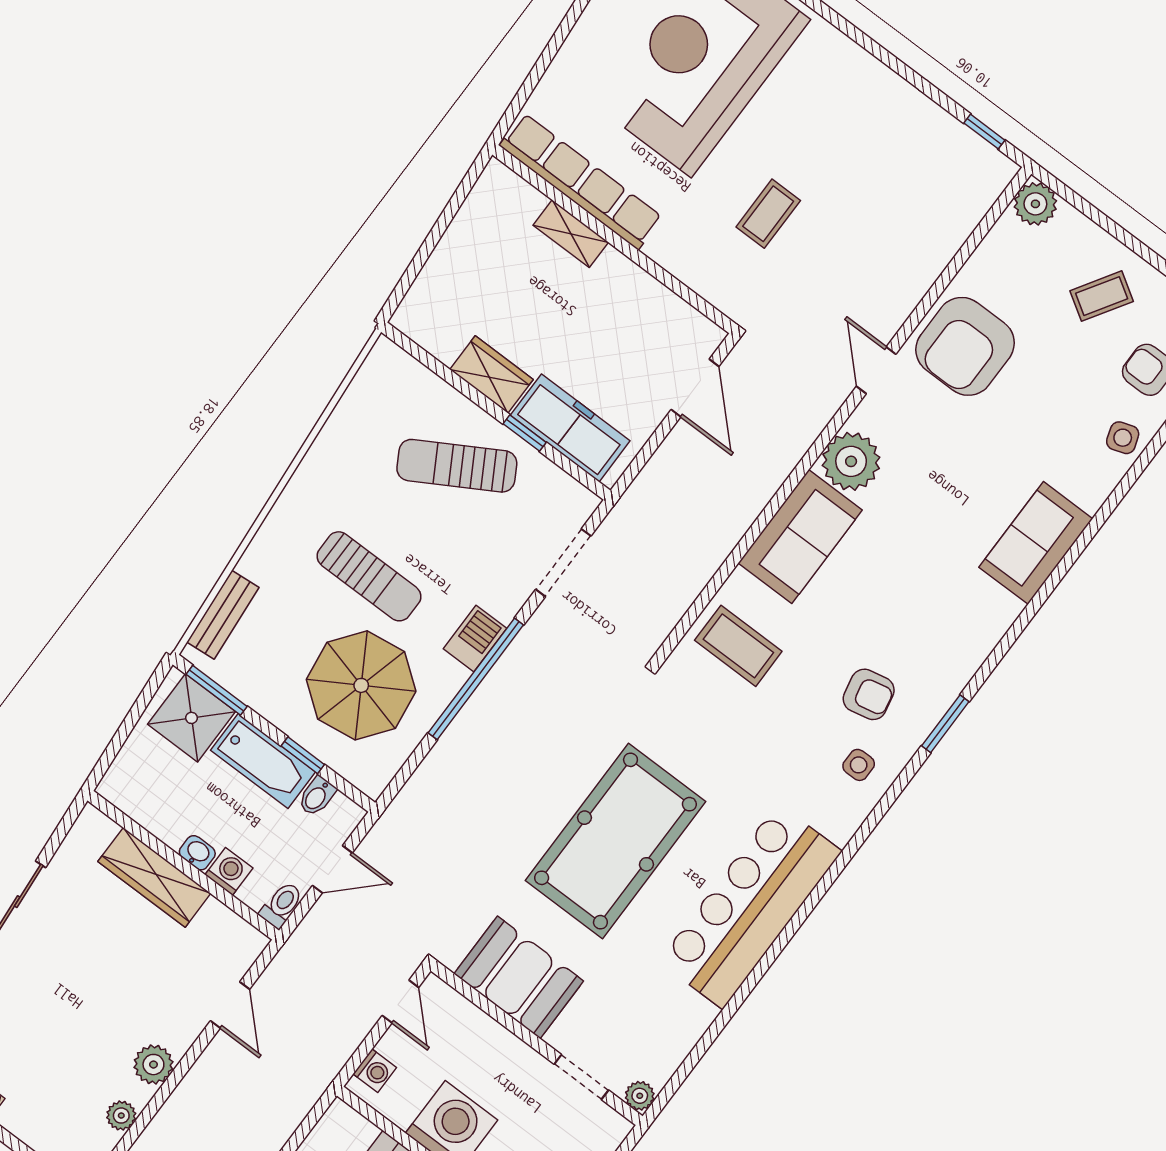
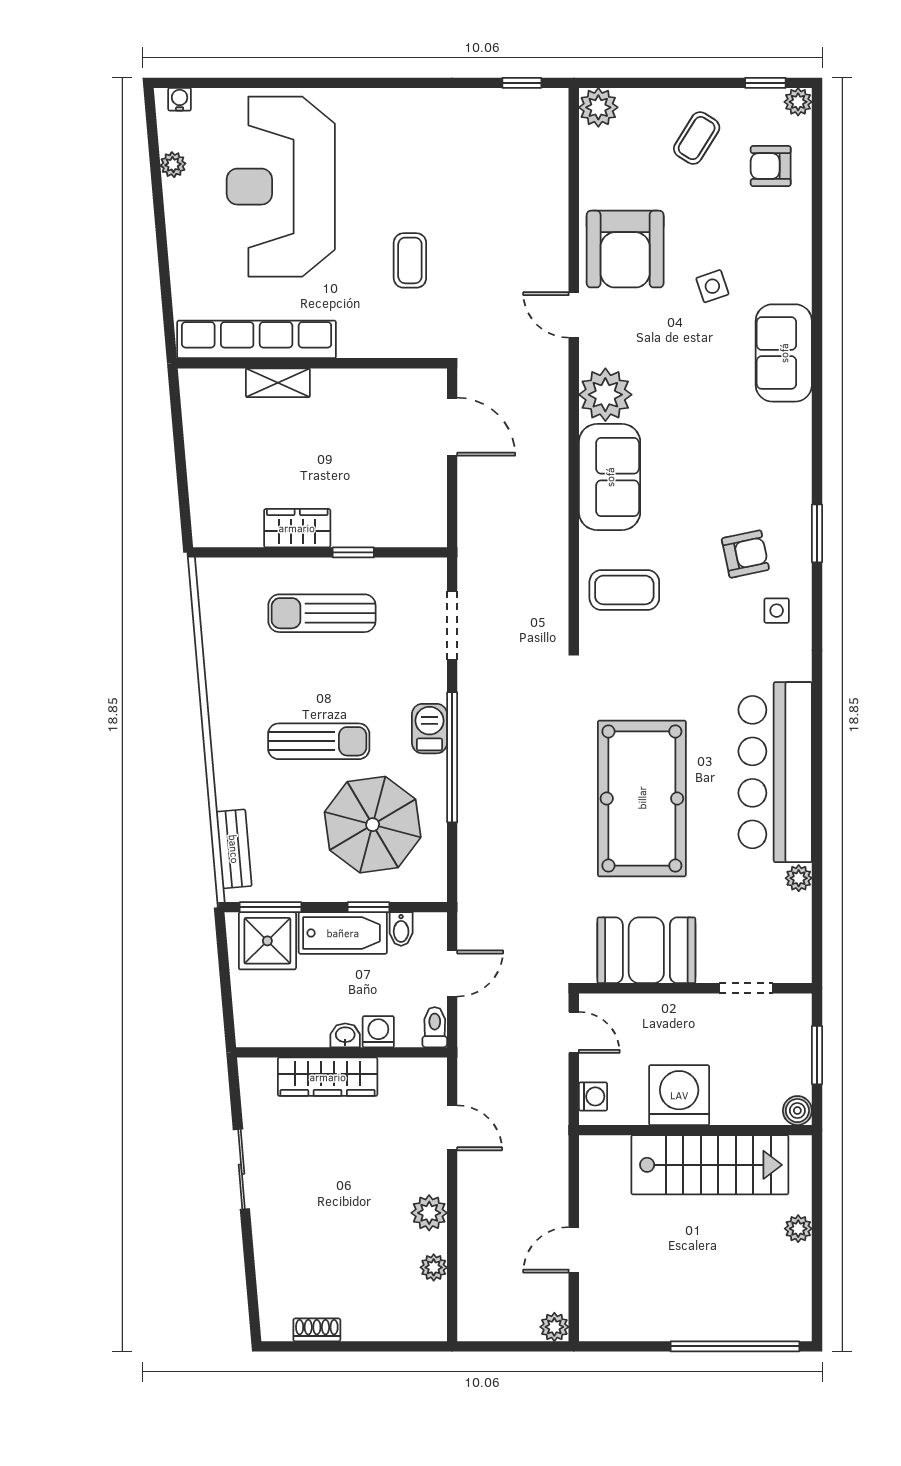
freezer: (570, 428) -> (383, 524), removed
side table: (1123, 438) -> (712, 286), moved
sun lounger: (457, 466) -> (322, 613), turned 30
plant: (640, 1096) -> (799, 878), moved

